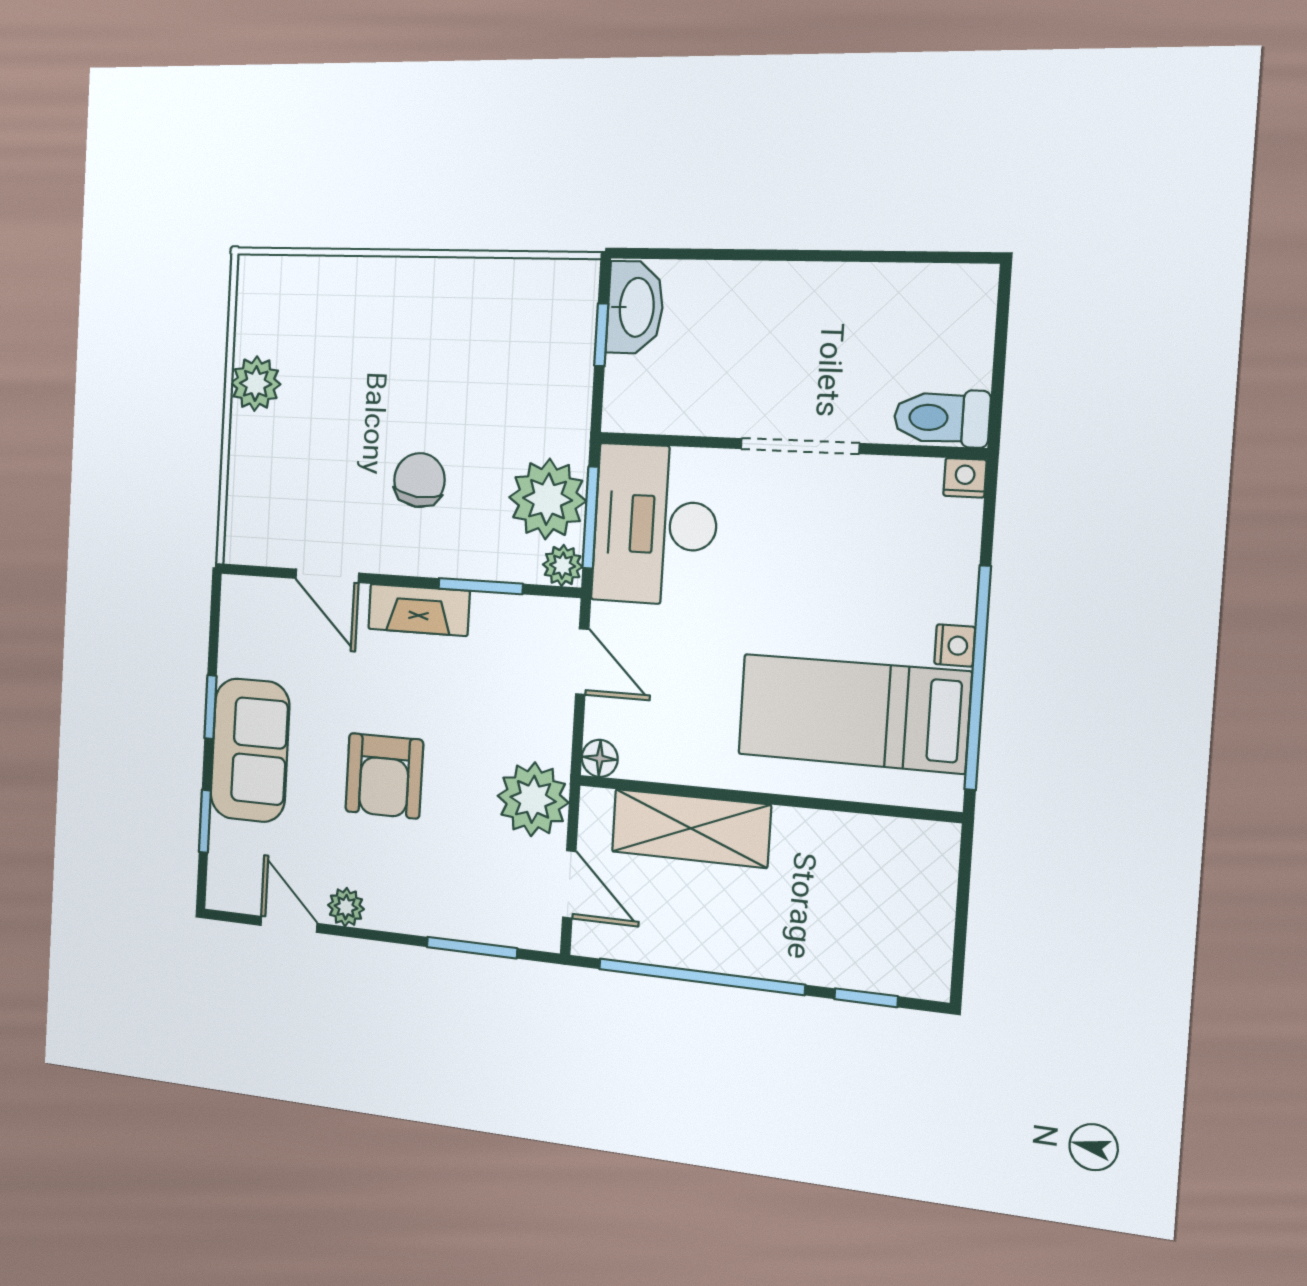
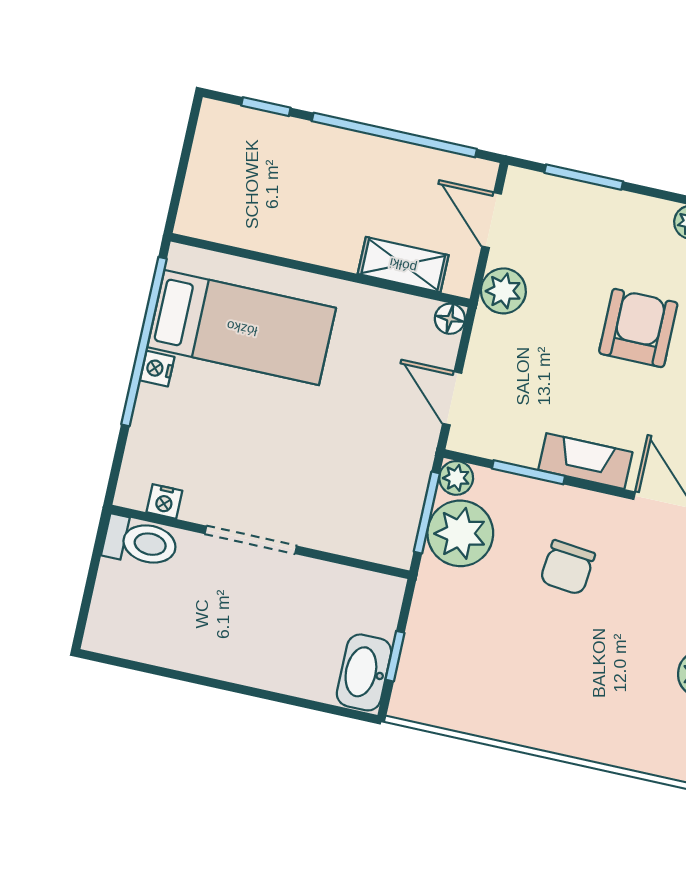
nightstand: (965, 478) -> (164, 501), moved
desk: (655, 525) -> (375, 498), removed
plant: (533, 799) -> (503, 291), width x0.73, depth x0.73
shelving: (691, 828) -> (403, 265), width x0.67, depth x0.75

